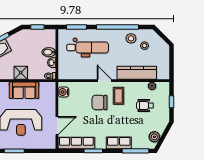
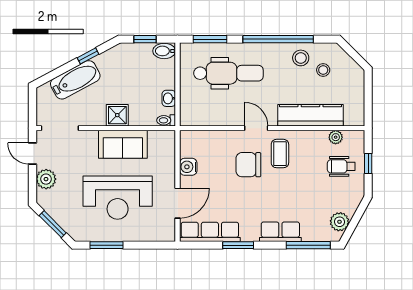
bidet: (49, 52) -> (164, 51), moved
water cooler: (63, 92) -> (188, 167), moved
wheelchair: (145, 106) -> (341, 166), moved

